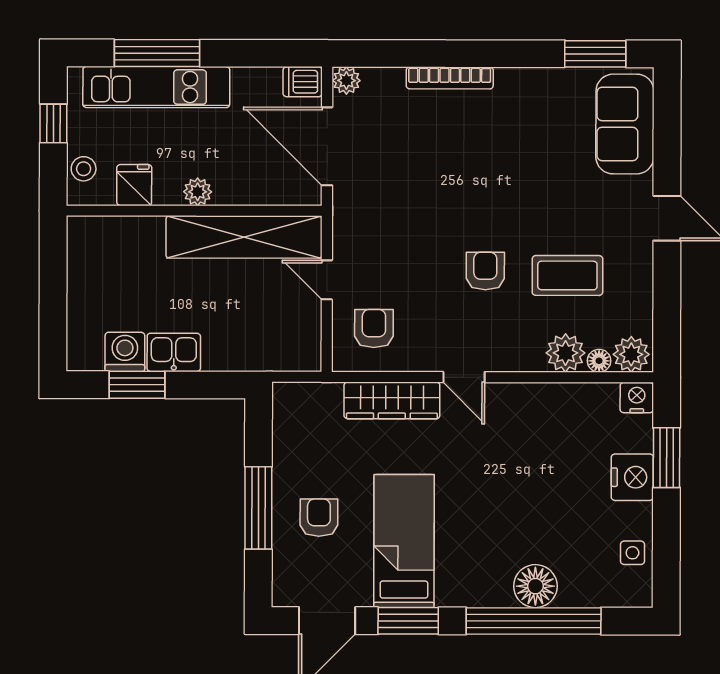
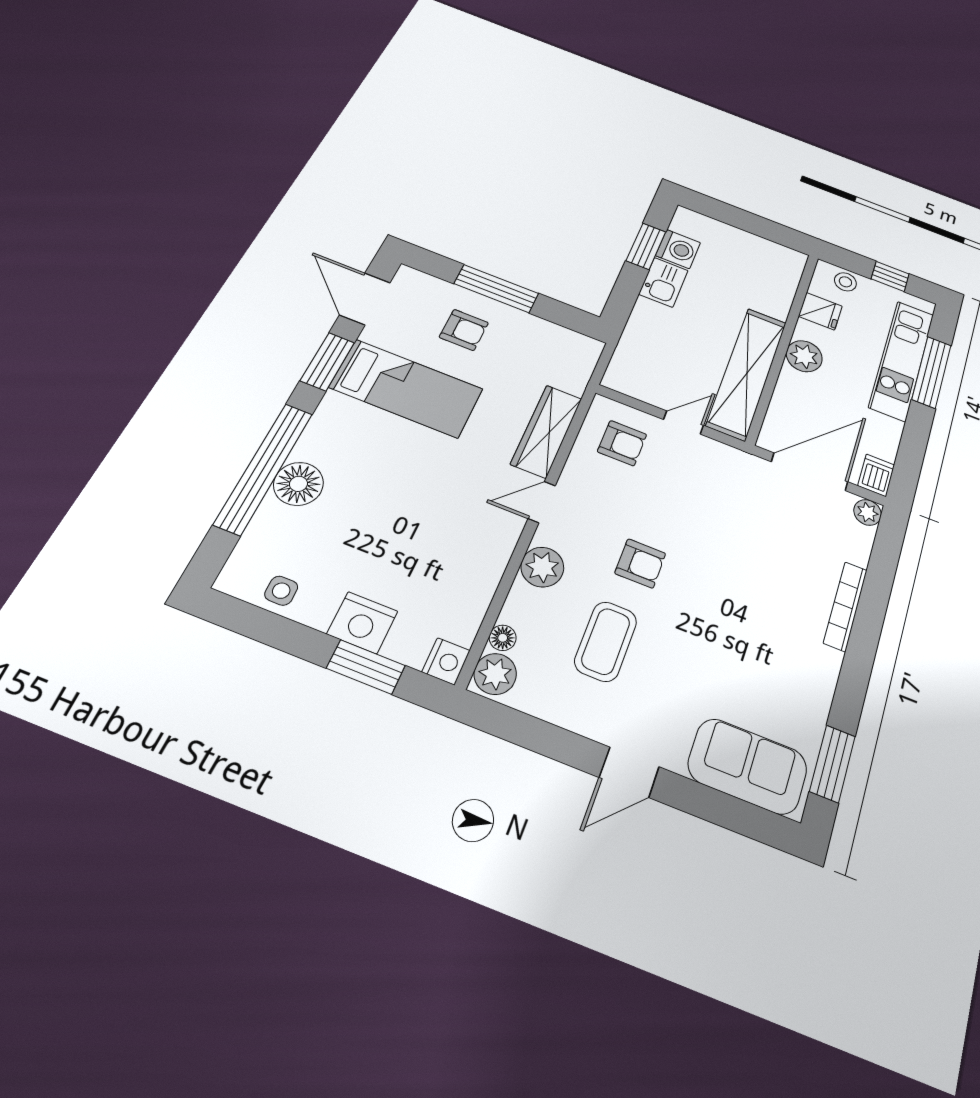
plant: (198, 192) -> (804, 356), width x1.38, depth x1.38
plant: (566, 353) -> (542, 567), moved

